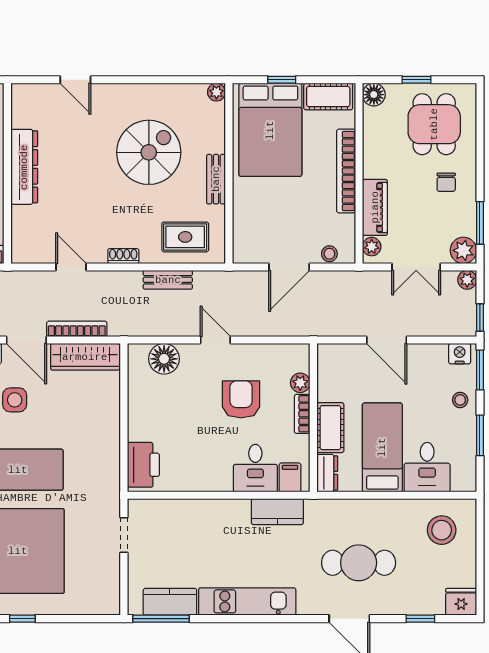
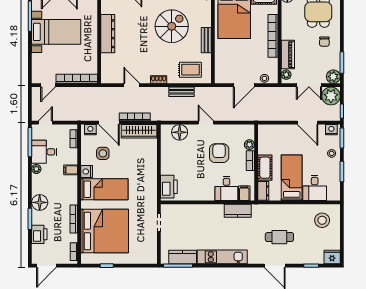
plant: (467, 280) -> (331, 96), width x1.87, depth x1.87
door: (387, 340) -> (307, 123), moved
cafe table: (359, 563) -> (279, 237), width x0.73, depth x0.74

